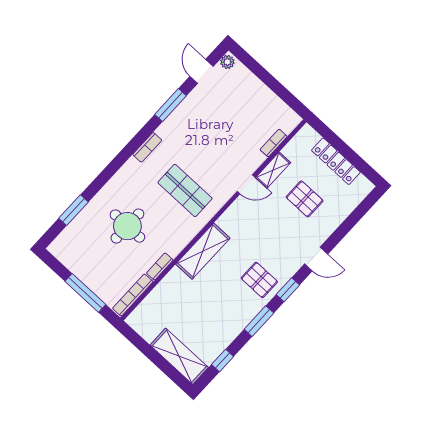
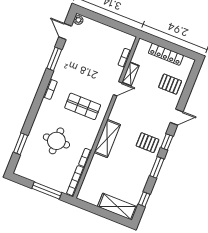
pallet: (305, 199) -> (170, 84), moved

